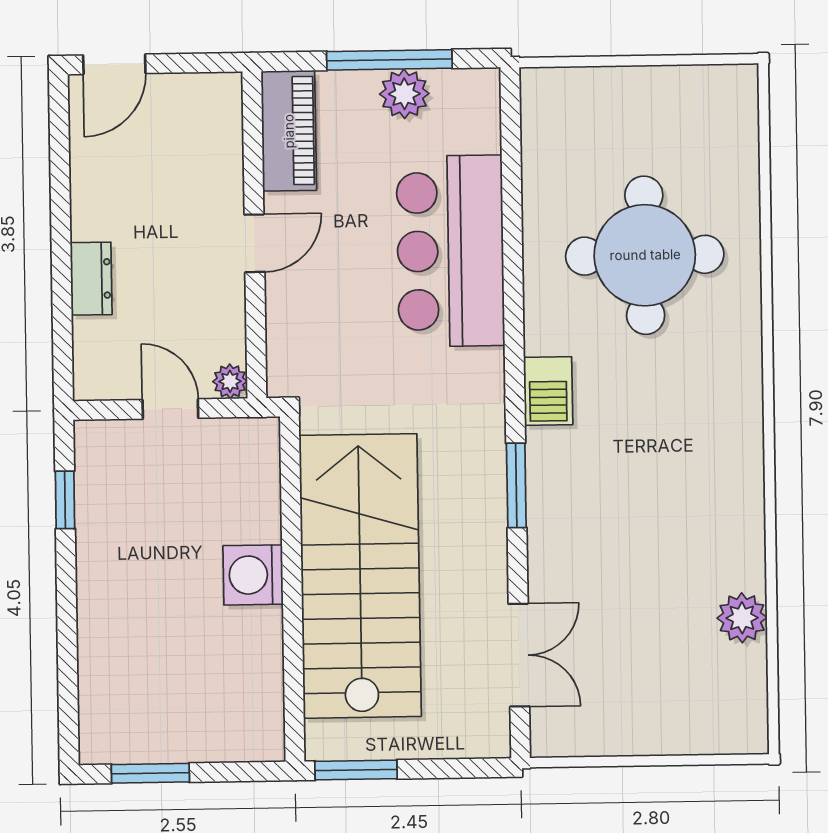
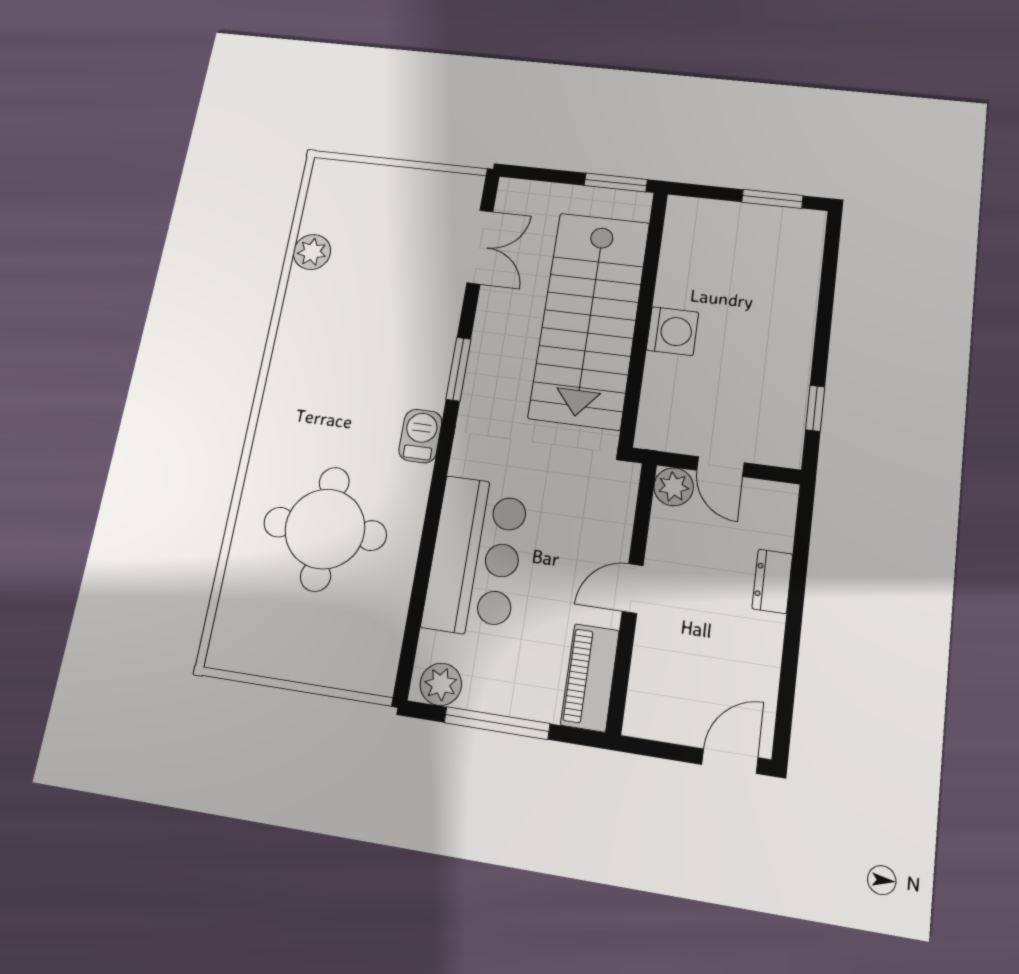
plant: (404, 94) -> (441, 684), moved
plant: (230, 381) -> (674, 487), width x1.38, depth x1.38
double door: (519, 655) -> (480, 247), swing flipped

